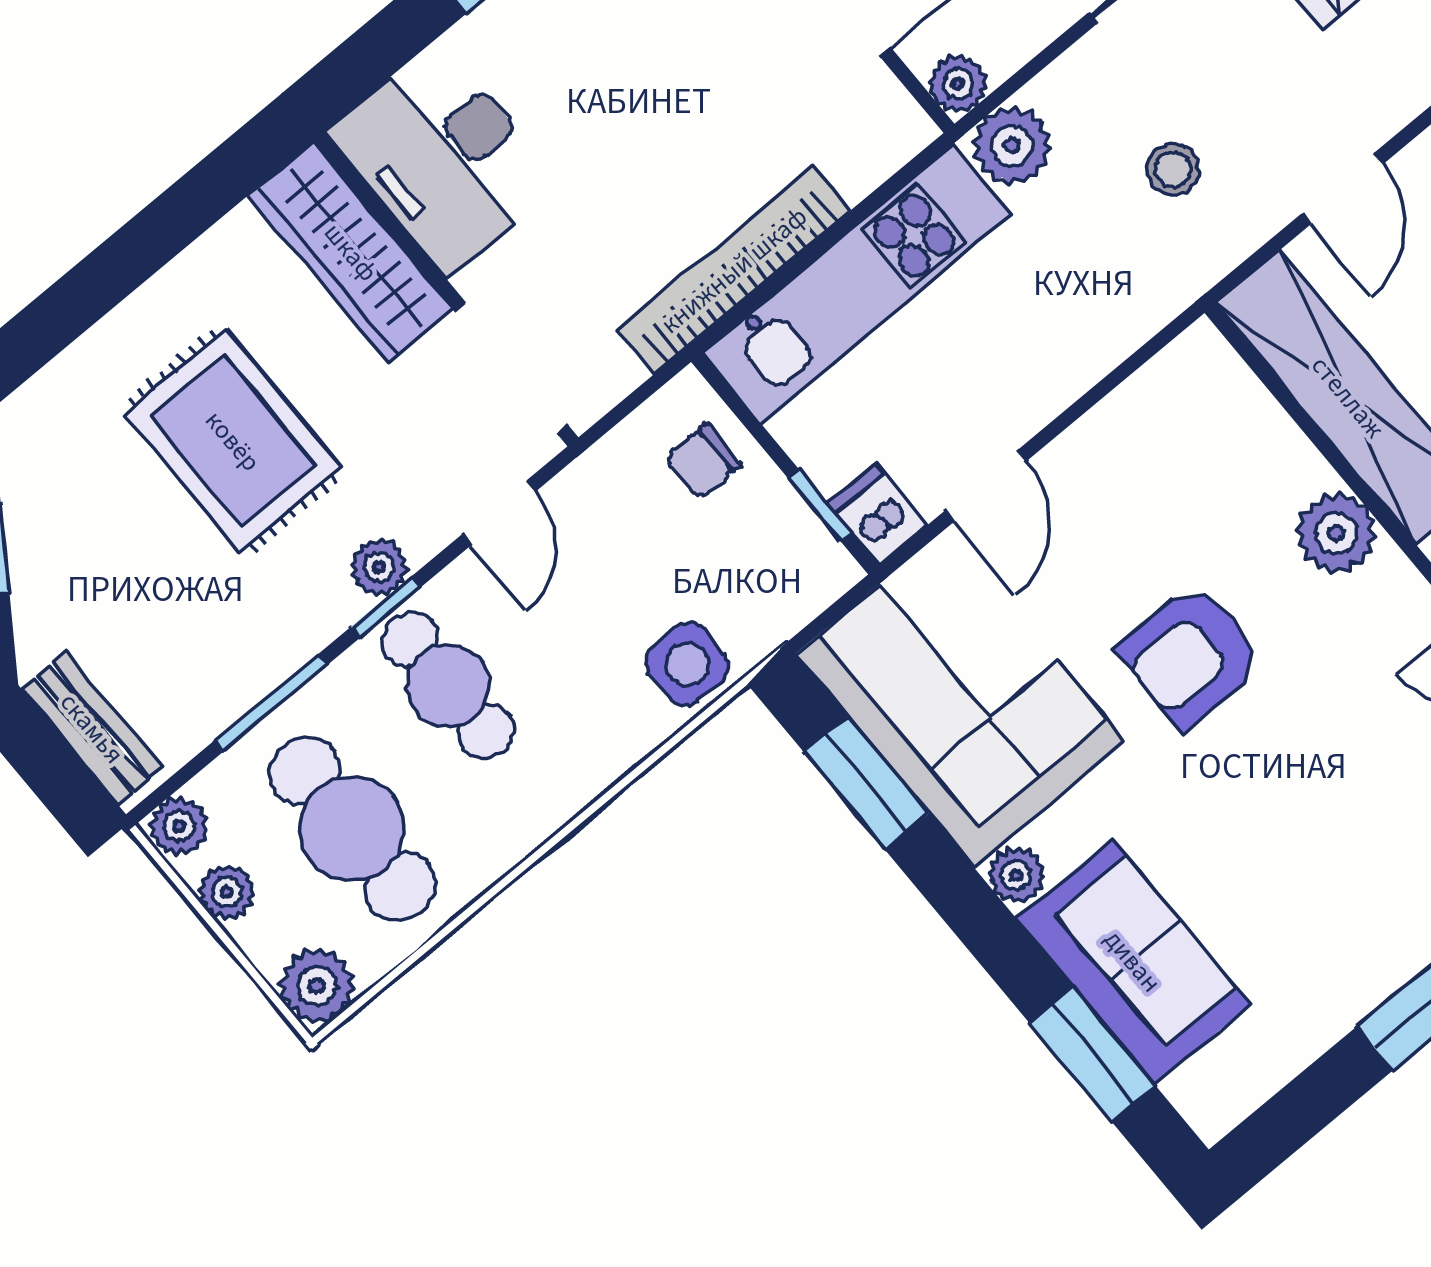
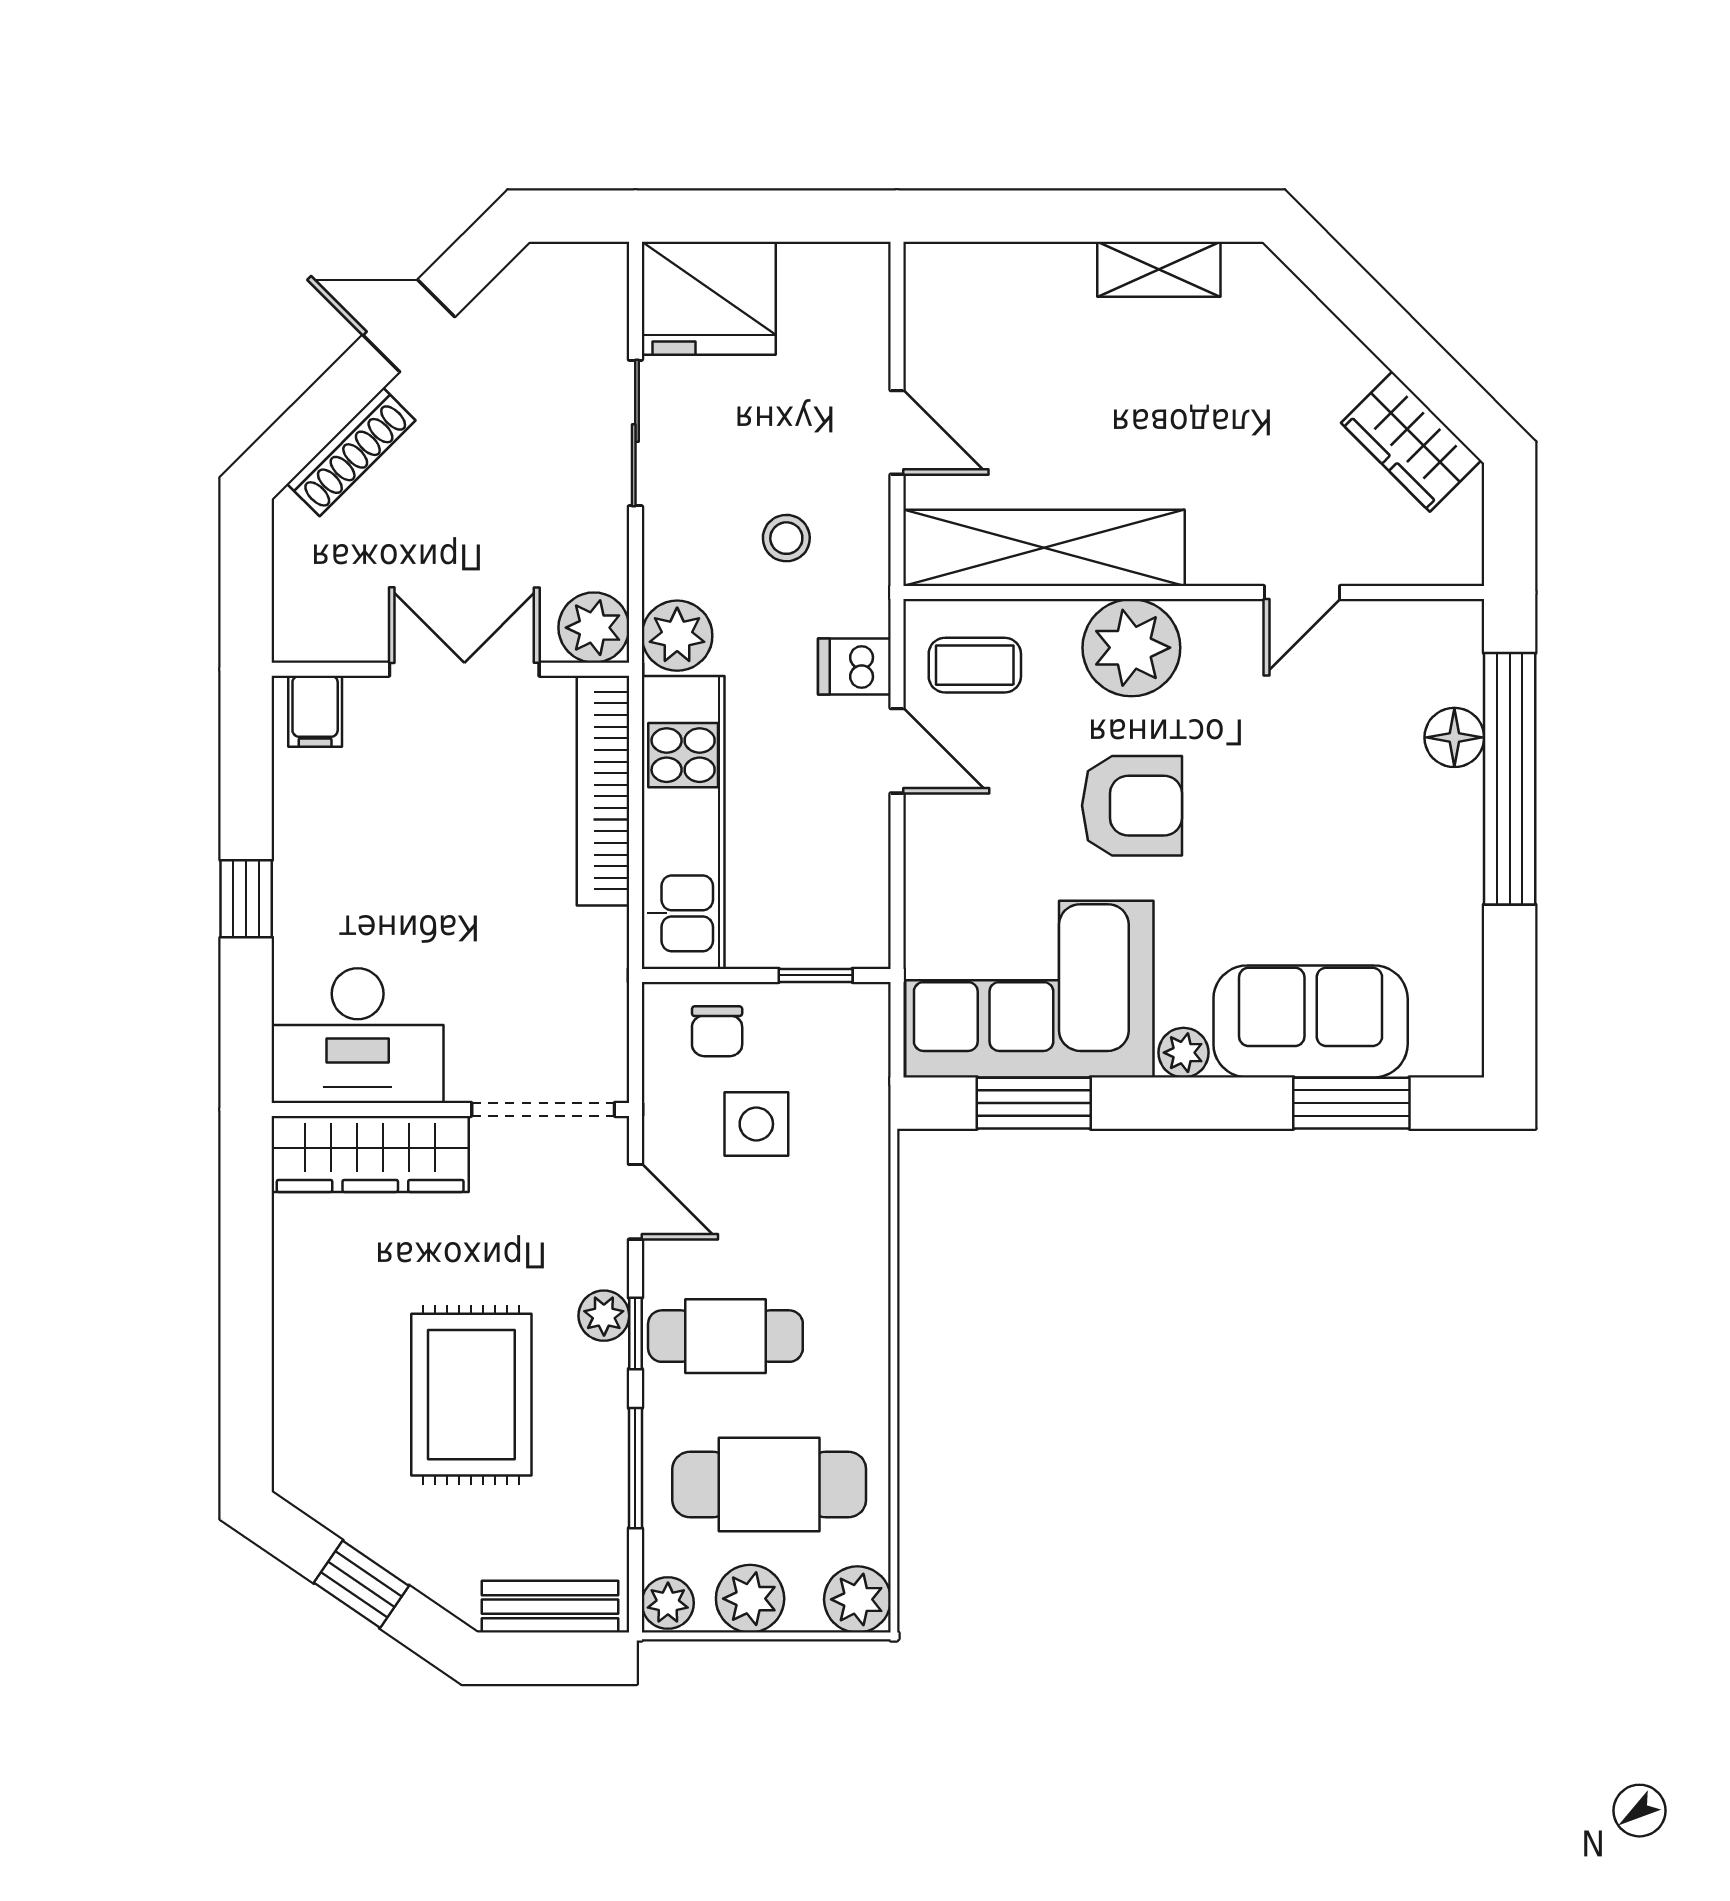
plant: (958, 84) -> (594, 628), width x1.38, depth x1.38
bookcase: (734, 270) -> (603, 791), moved
coffee table: (1199, 421) -> (975, 665), added
rug: (233, 441) -> (471, 1395), moved, turned 90
door: (986, 486) -> (897, 751), moved
dishwasher: (877, 514) -> (854, 666), moved
plant: (1336, 533) -> (1131, 648), width x1.36, depth x1.36
armchair: (1191, 655) -> (1132, 806), turned -90
side table: (687, 664) -> (756, 1124), moved
plant: (227, 892) -> (750, 1599), width x1.38, depth x1.38

